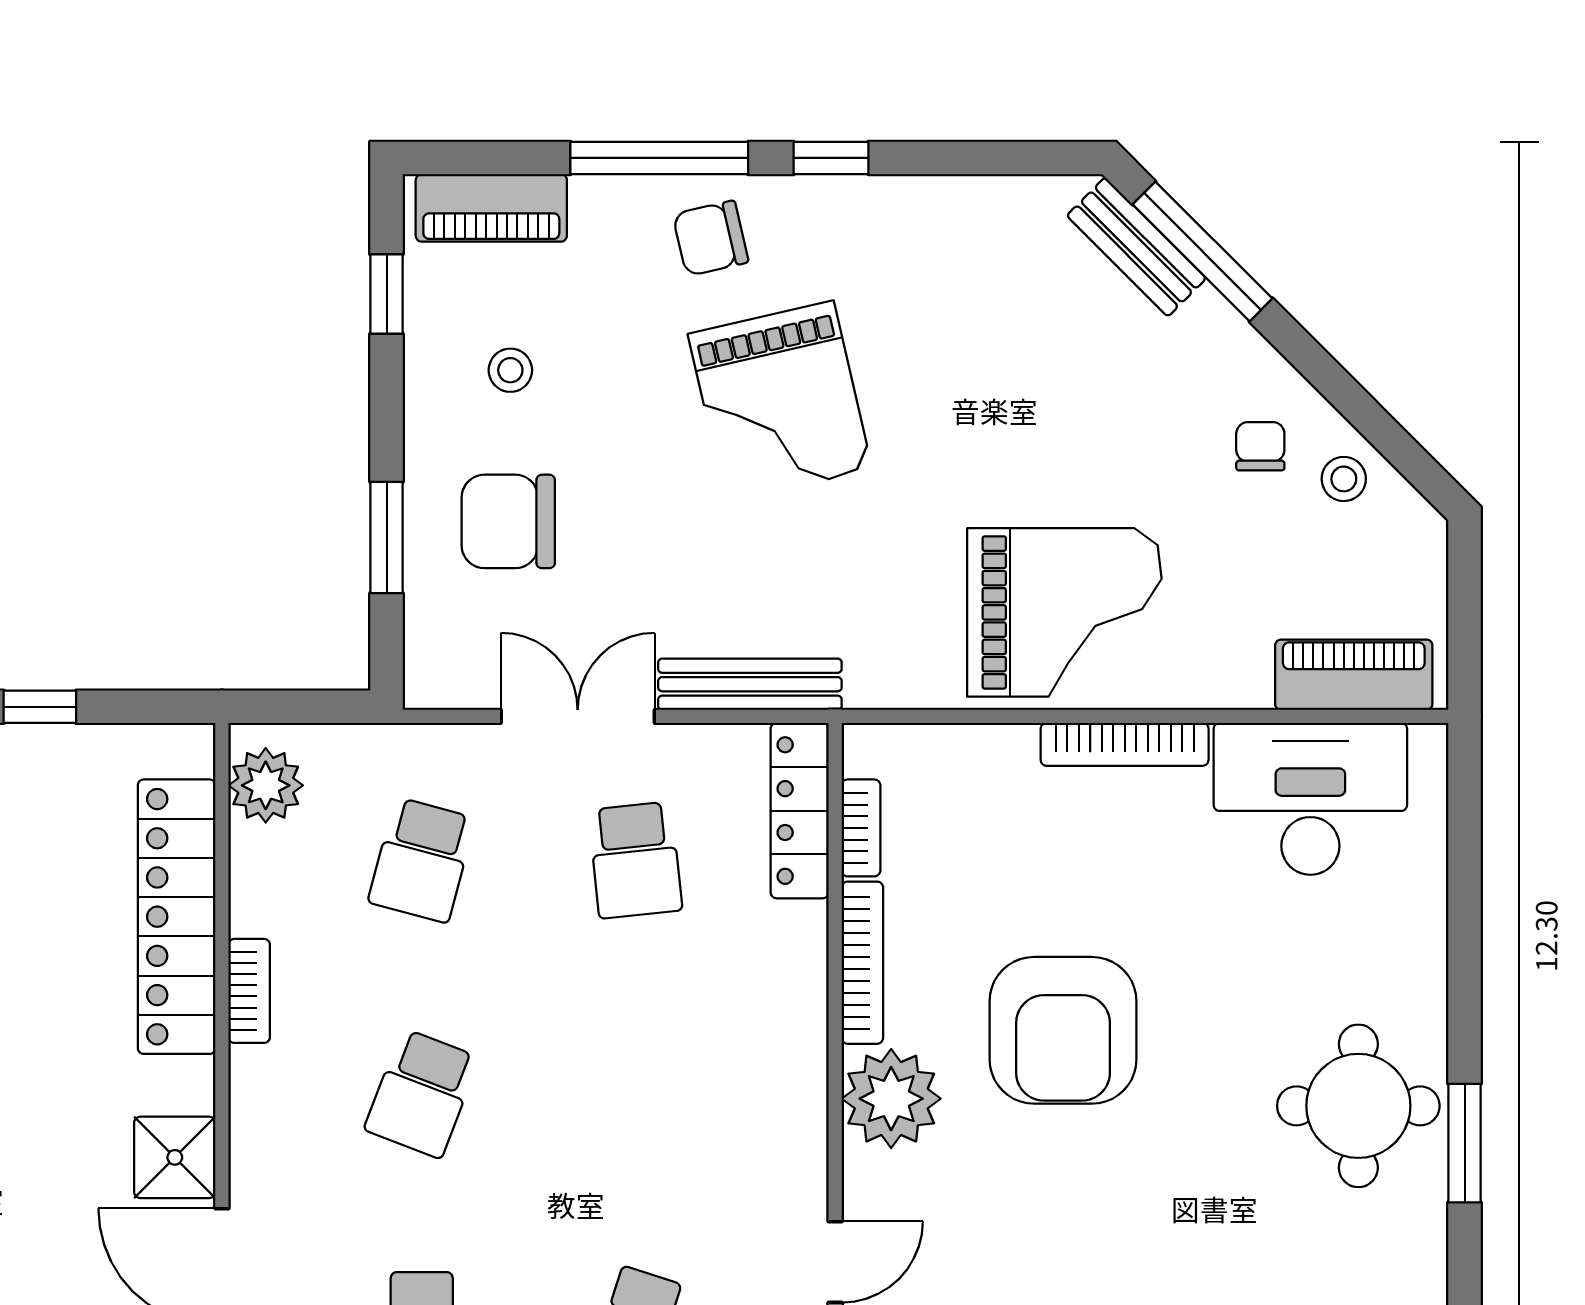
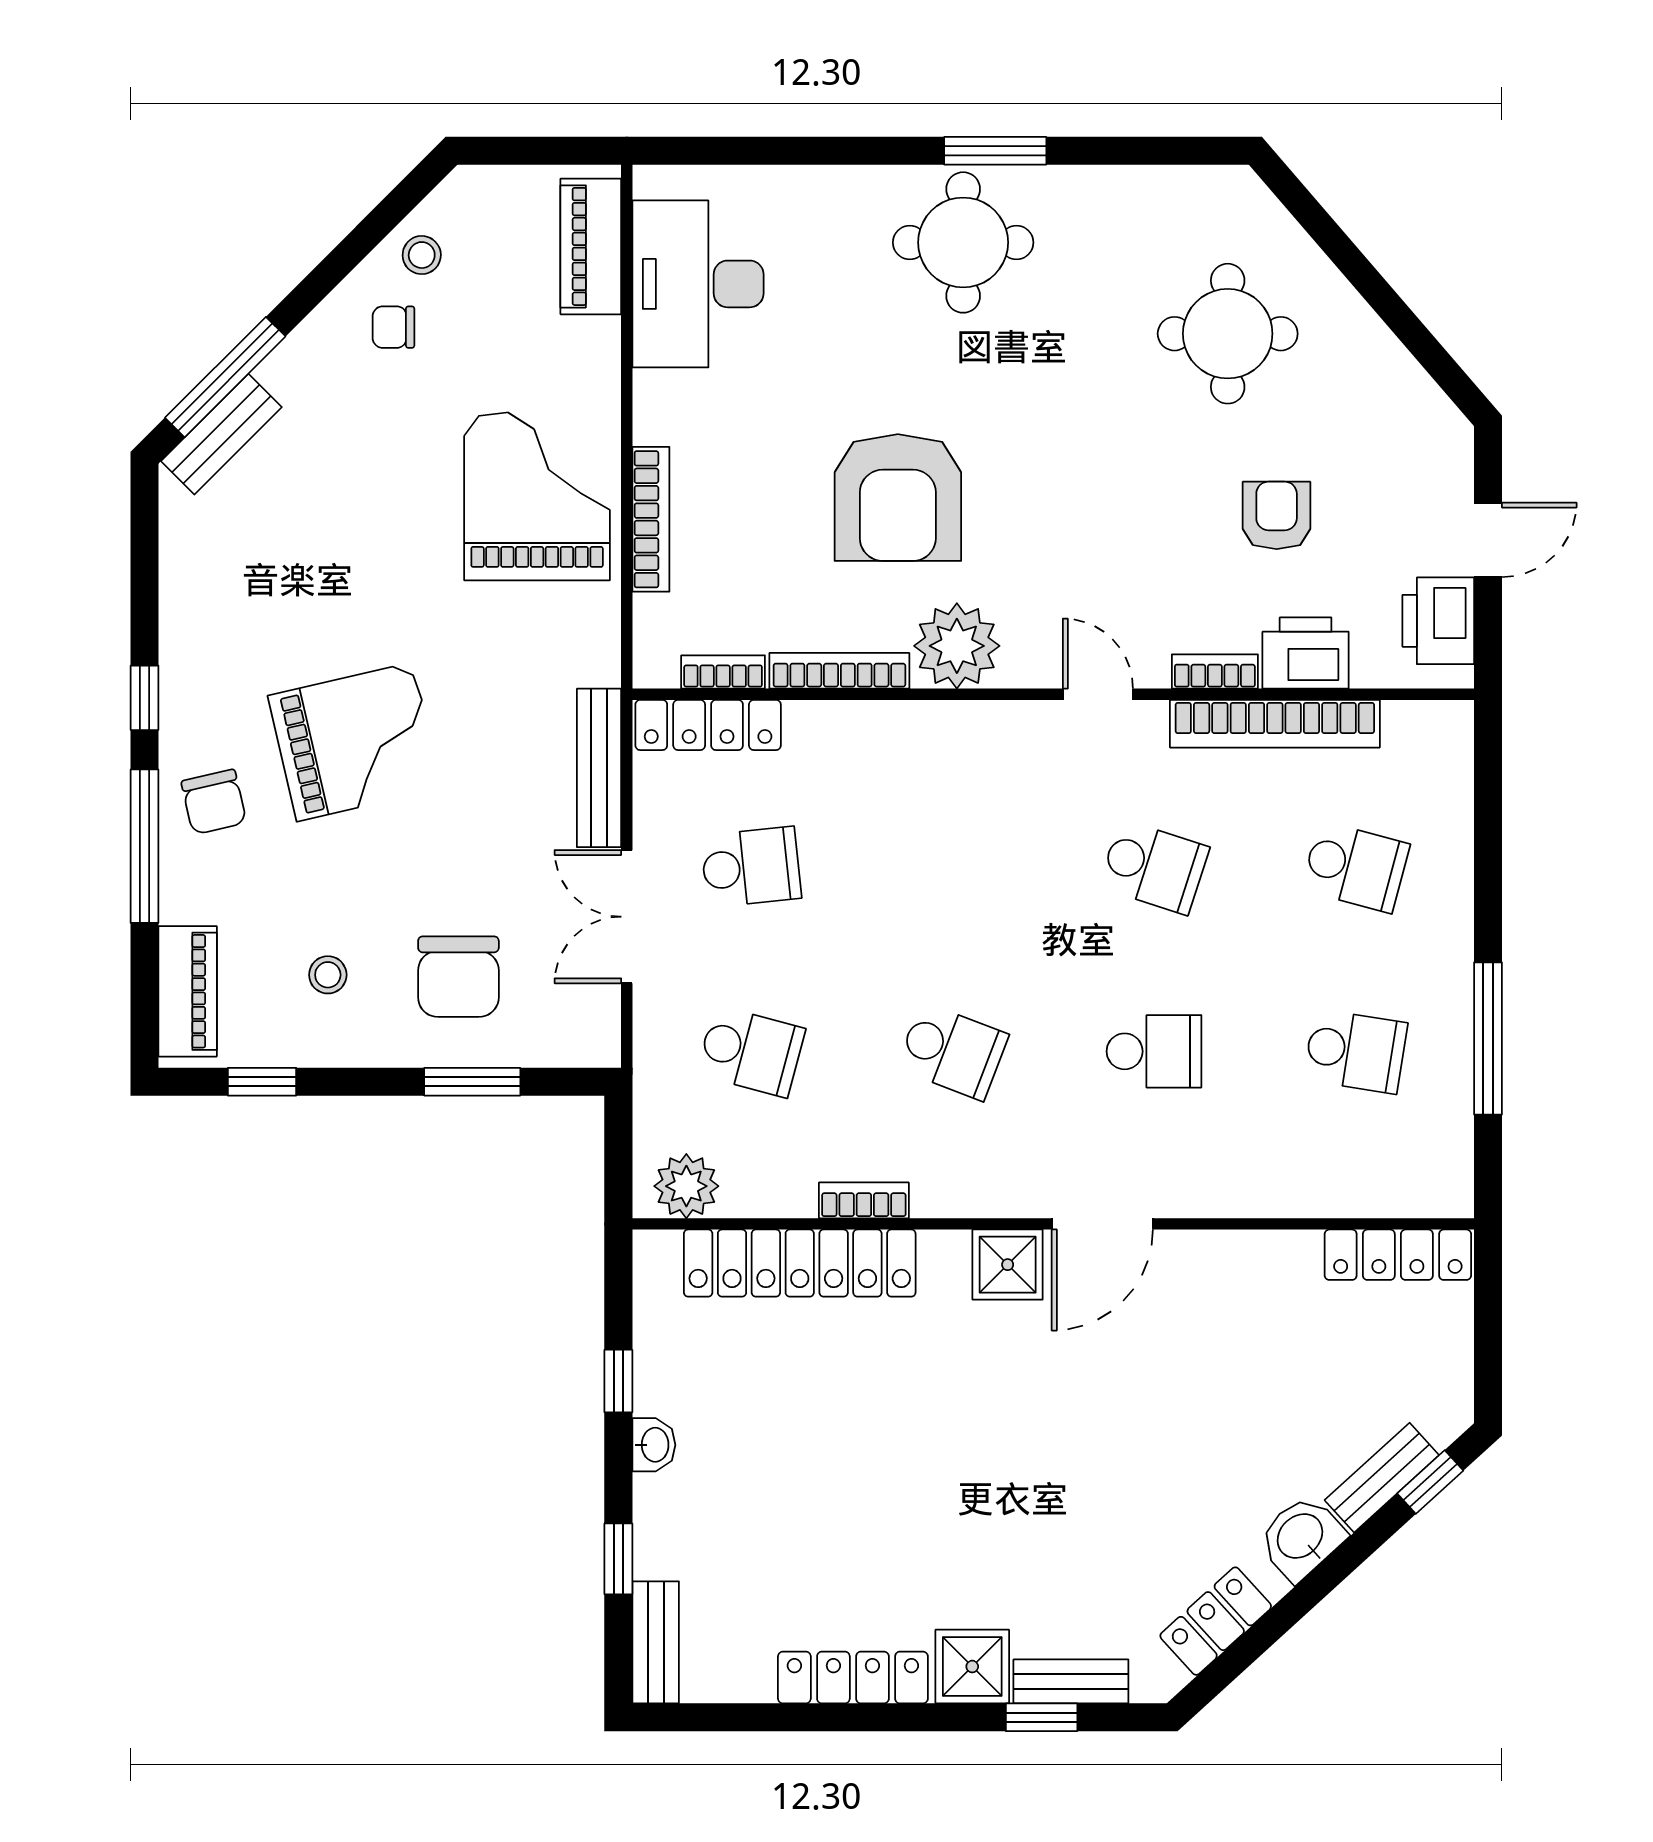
bookcase: (1125, 744) -> (651, 519), moved
armchair: (1063, 1030) -> (898, 498), turned 90

